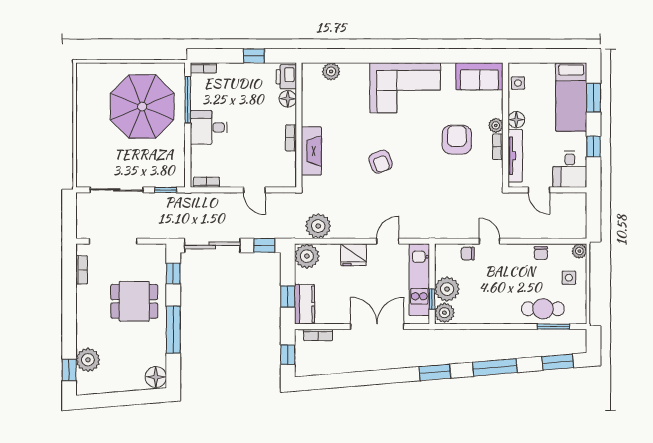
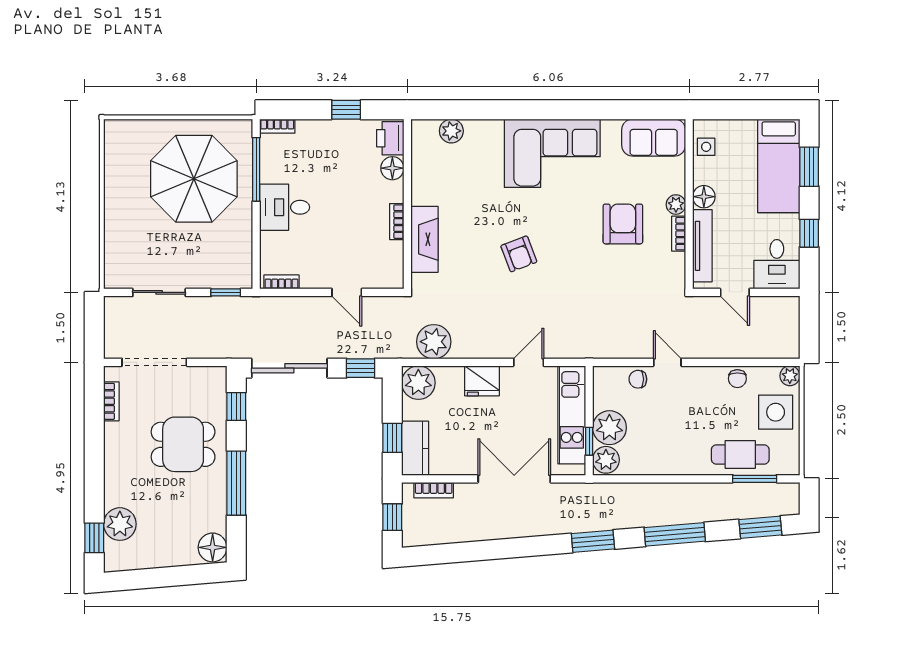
sliding door: (117, 190) -> (159, 292), width x0.73
side table: (569, 278) -> (776, 412), width x1.87, depth x1.87

